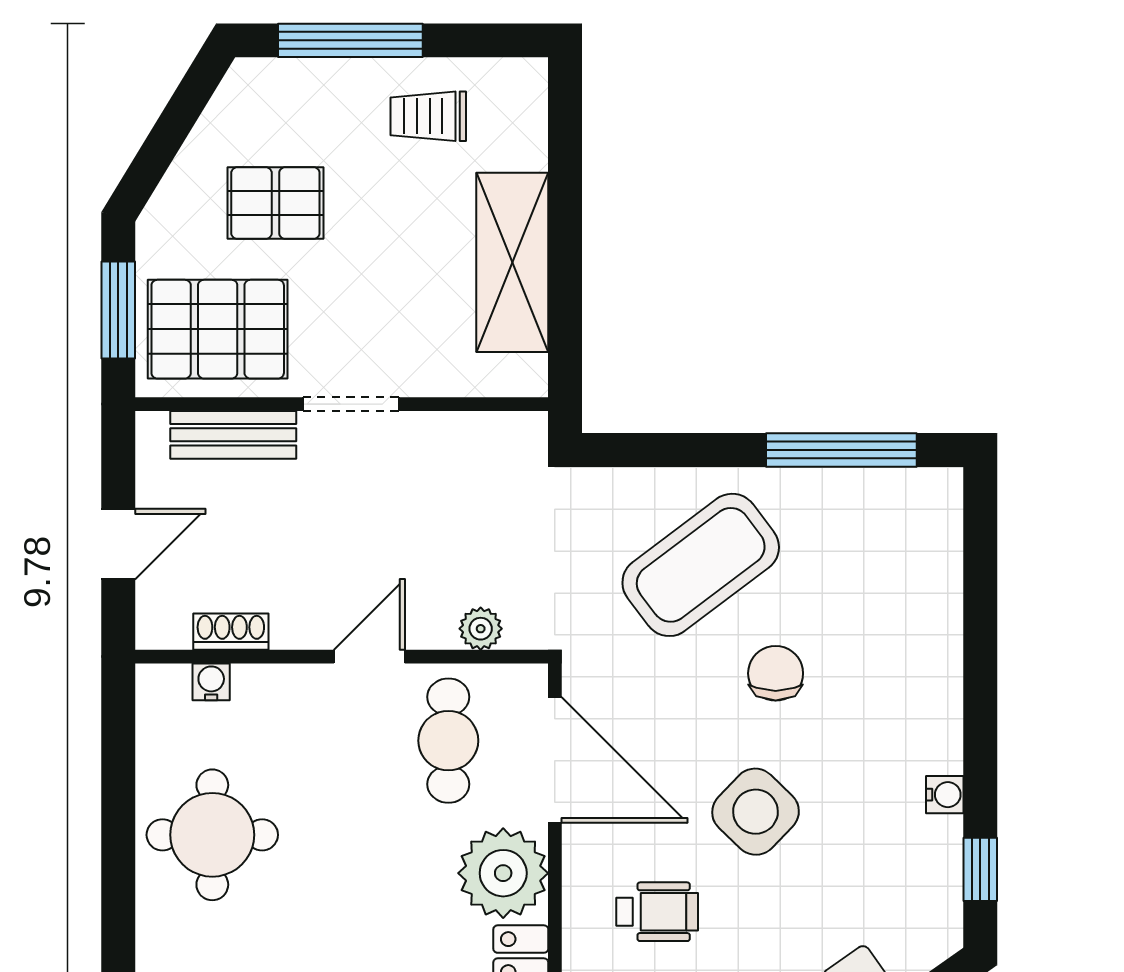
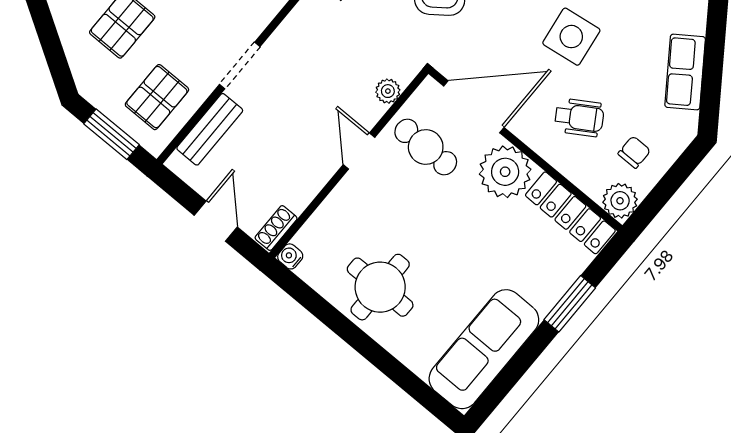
pallet: (218, 329) -> (157, 97), width x0.67, depth x0.71
shoe rack: (231, 632) -> (276, 228), moved
water cooler: (211, 682) -> (290, 256), moved
side table: (756, 812) -> (571, 37), turned 38
wheelchair: (657, 912) -> (579, 118), turned 58

